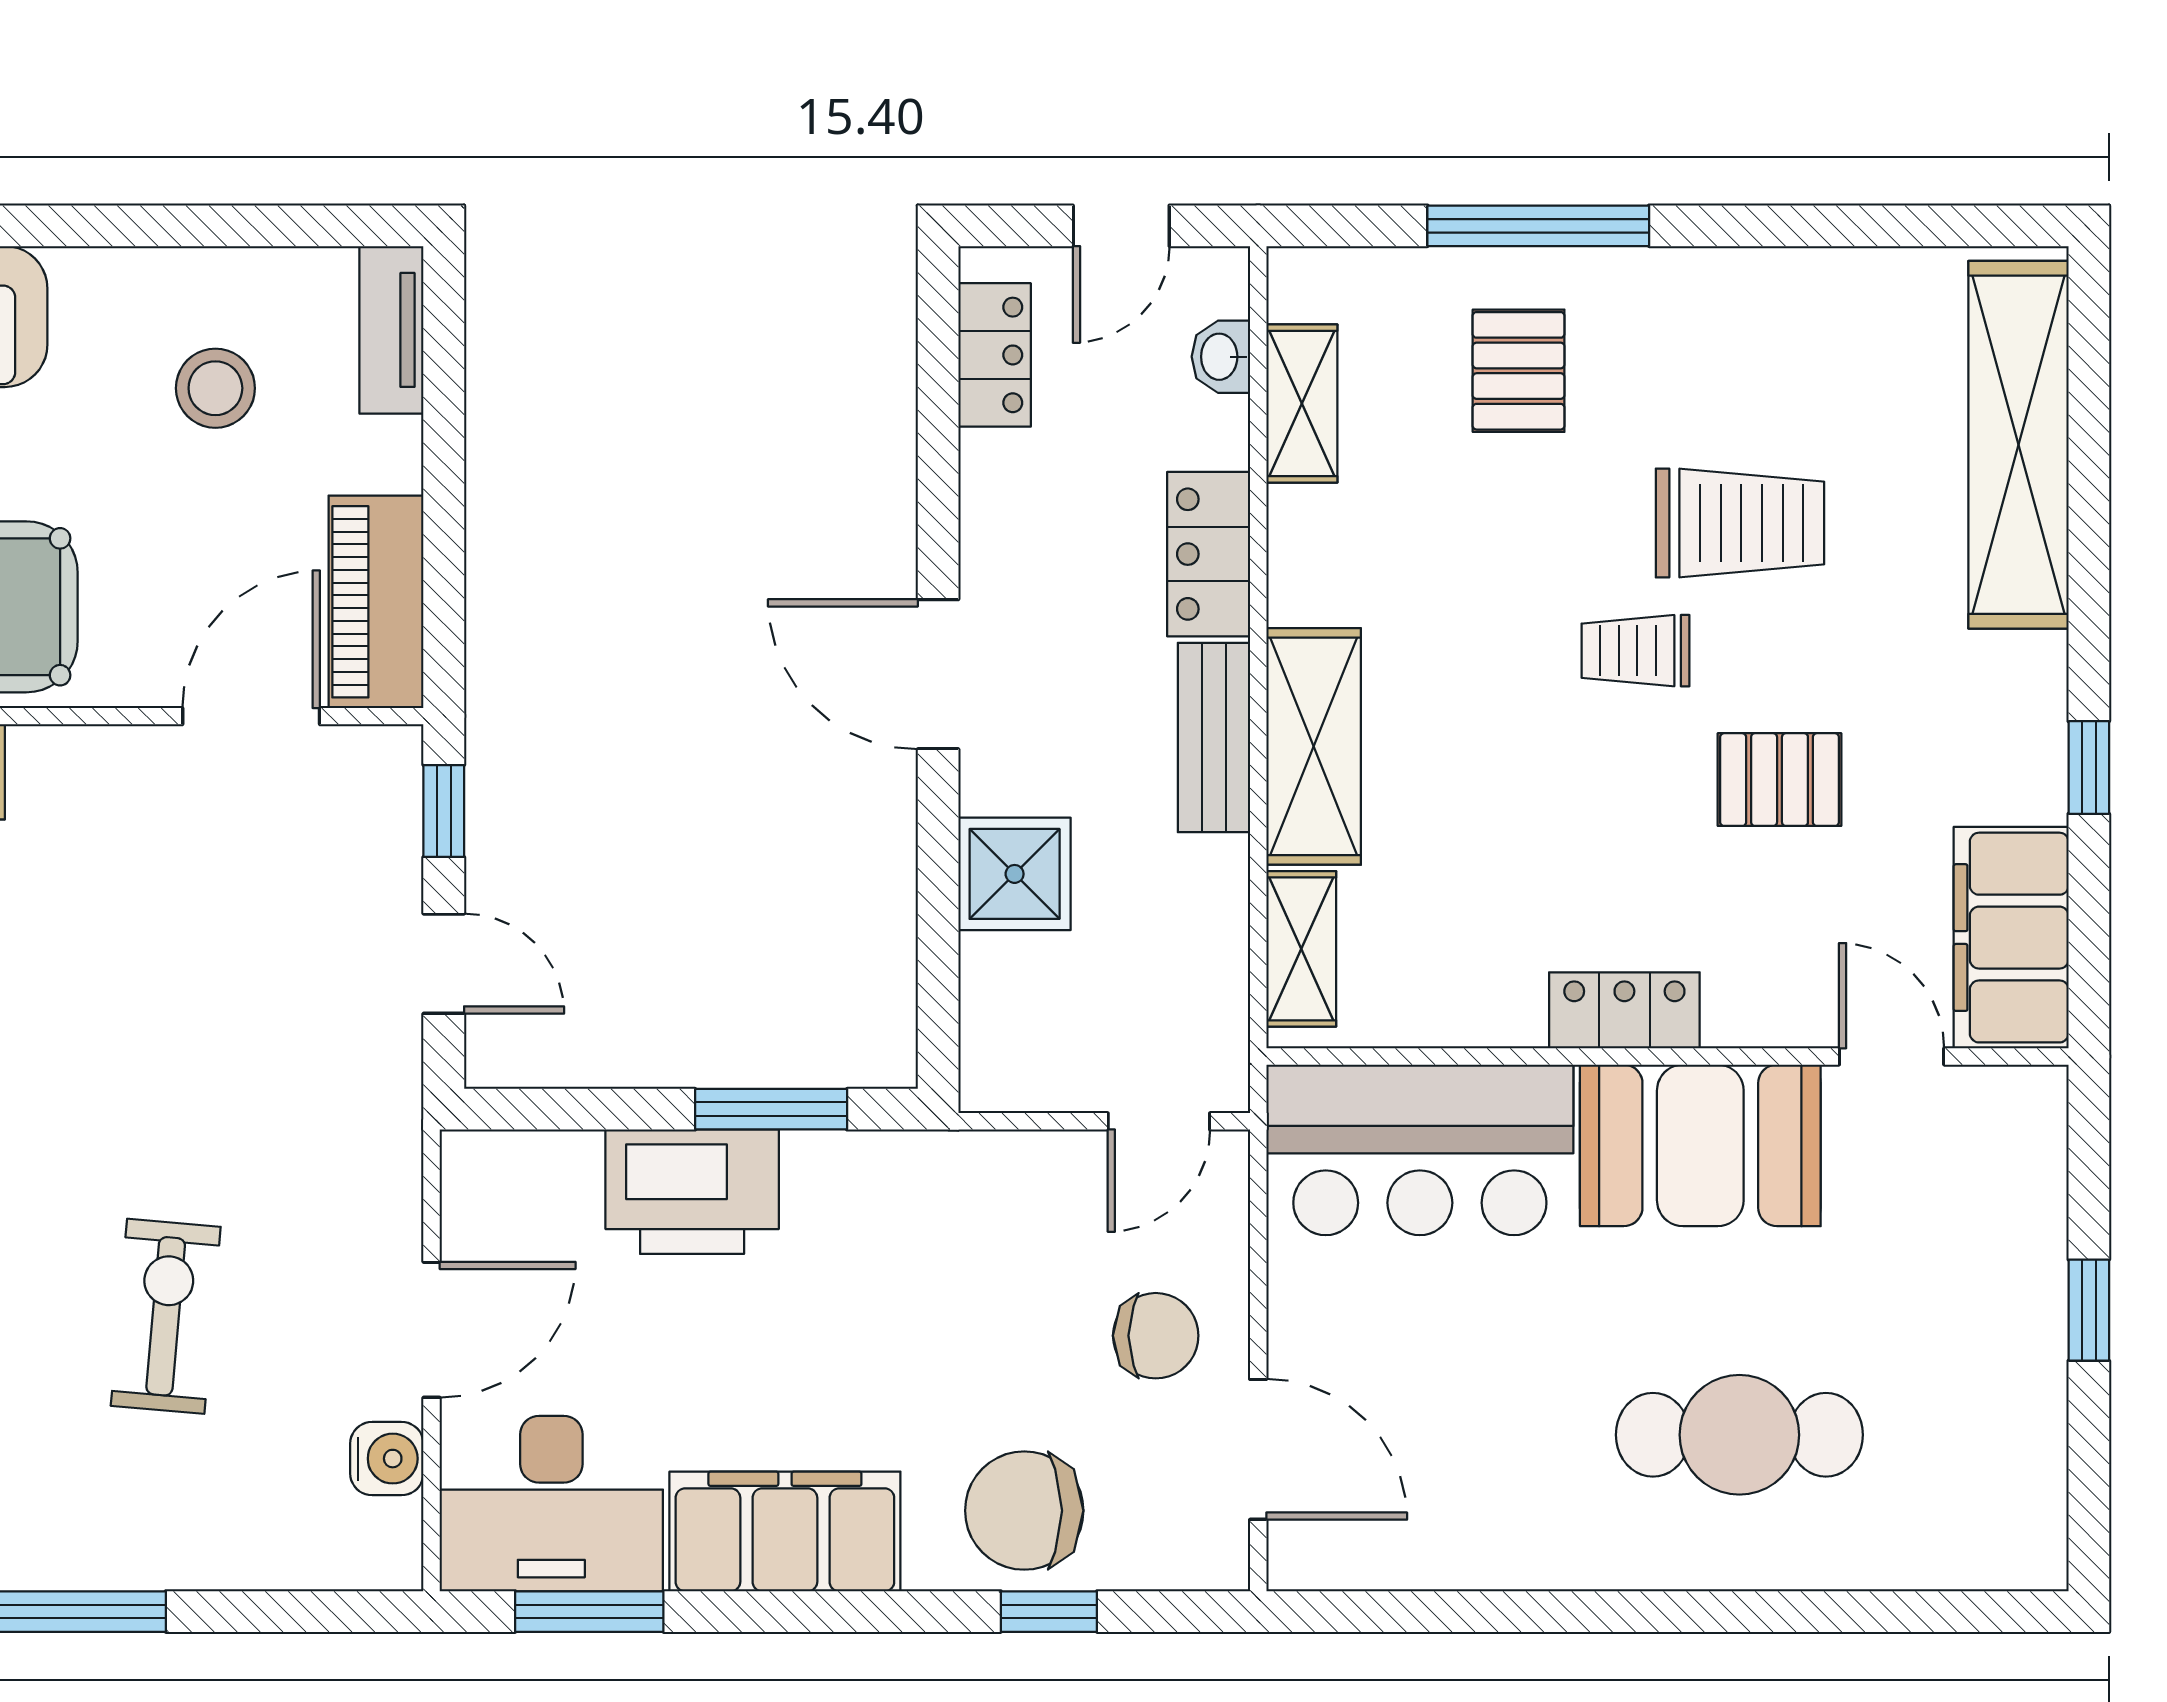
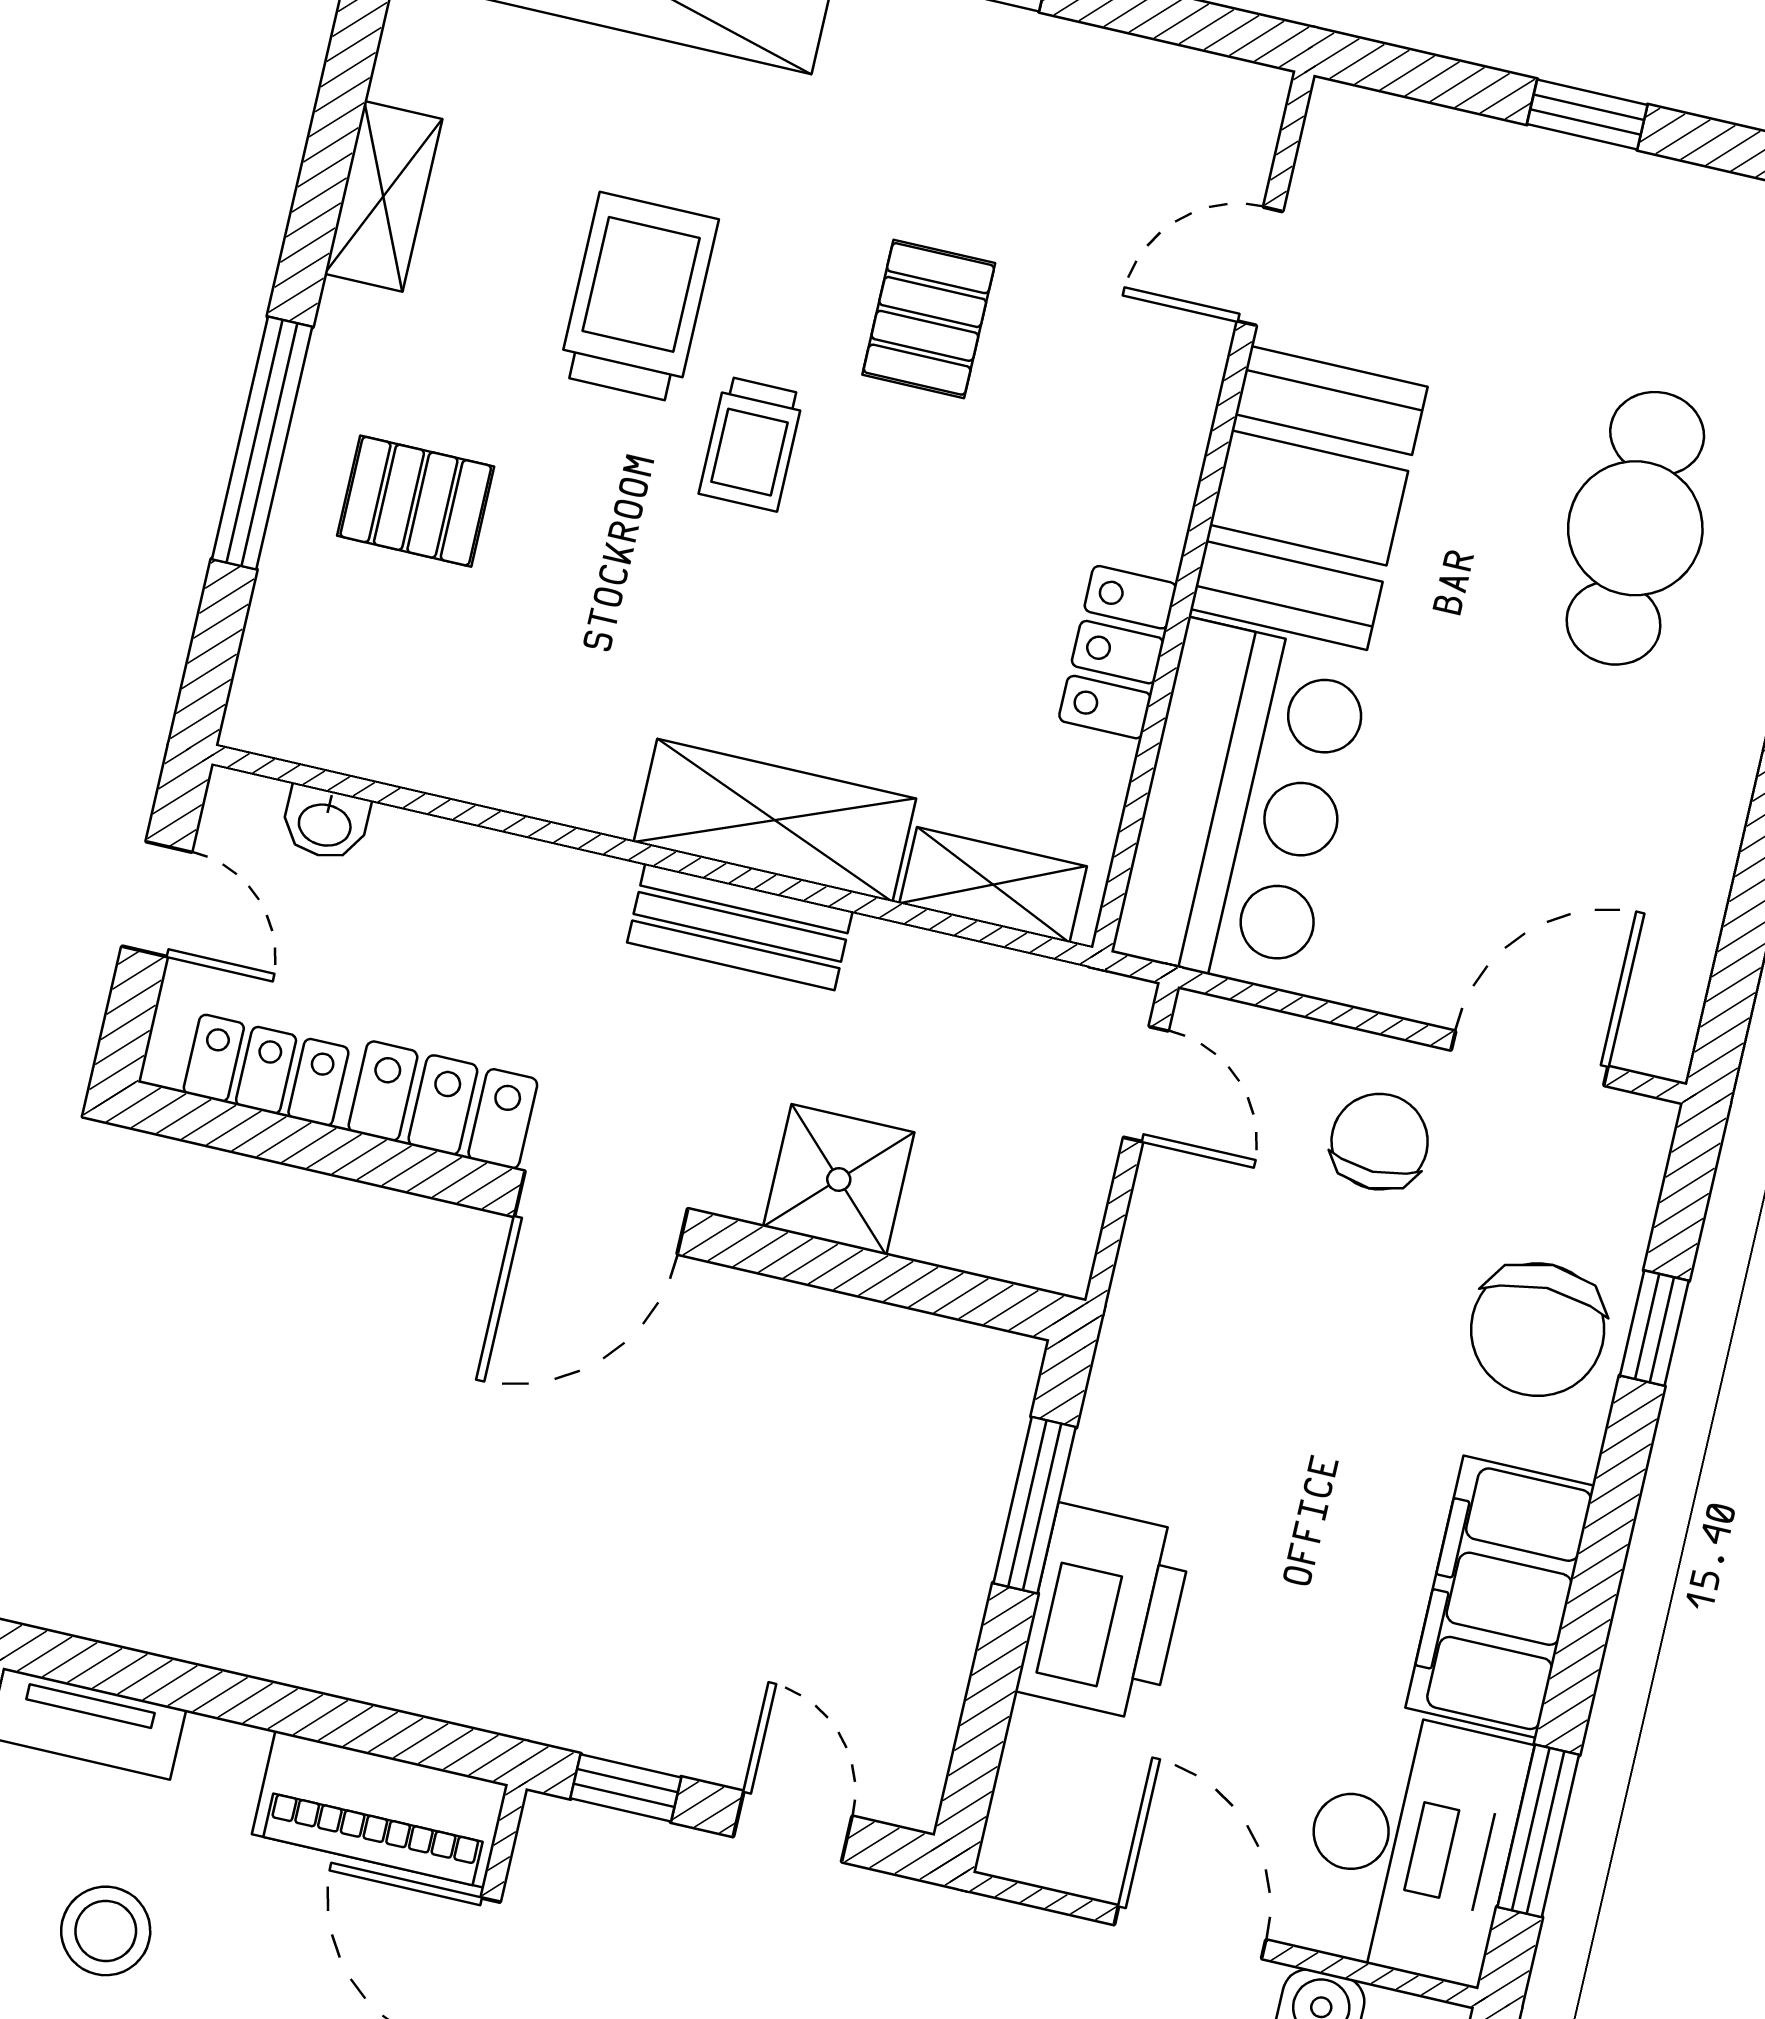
shelving: (1302, 404) -> (383, 196), moved, turned 90
locker: (1209, 554) -> (443, 1105), moved, turned 180
filing cabinet: (2011, 938) -> (1160, 105), removed
door: (444, 964) -> (793, 1826), hinge flipped
locker: (1624, 1010) -> (1118, 652), moved

